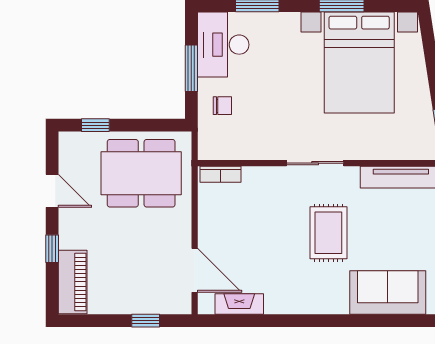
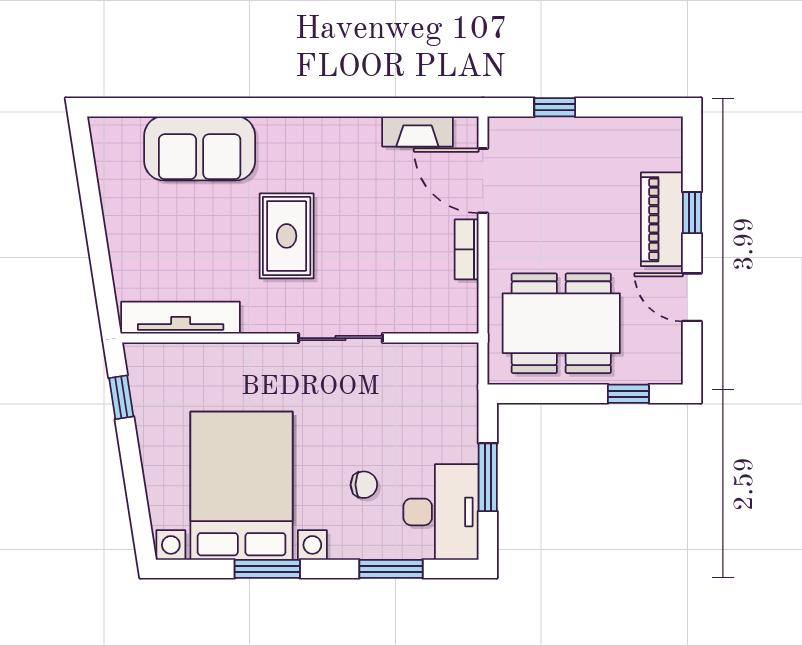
chair: (222, 106) -> (364, 485), moved, turned 180
sliding door: (315, 163) -> (341, 338), moved
bookcase: (220, 174) -> (467, 249), moved, turned -90
piano: (73, 282) -> (662, 219), moved

